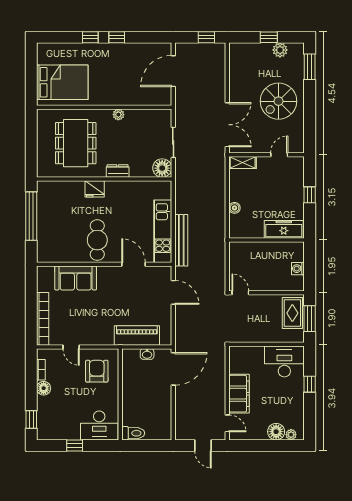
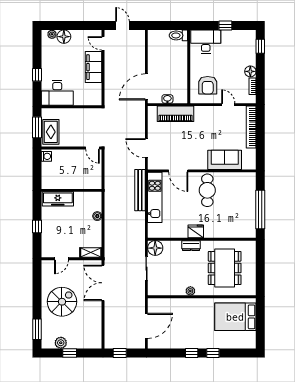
fridge: (95, 189) -> (196, 231), moved
washing machine: (298, 269) -> (46, 156), moved

